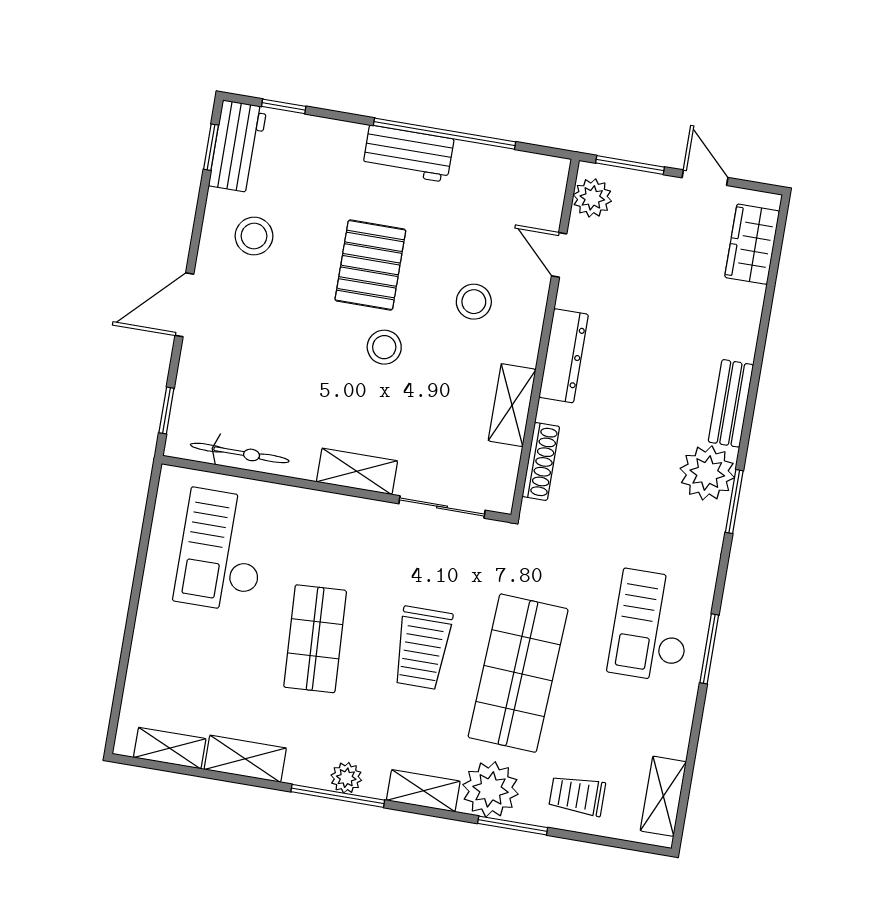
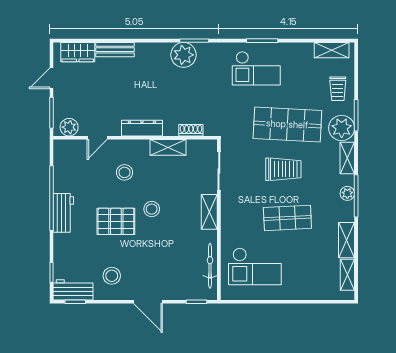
bench: (731, 403) -> (115, 50), moved
shoe rack: (541, 461) -> (191, 130), width x0.70

